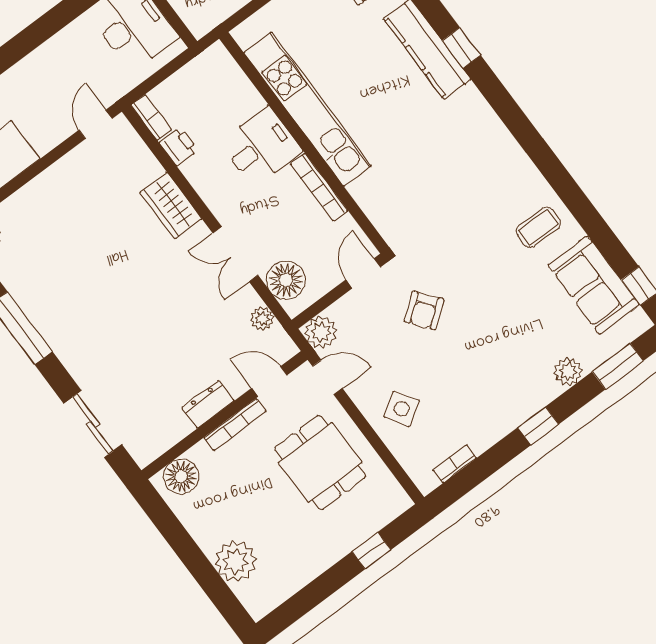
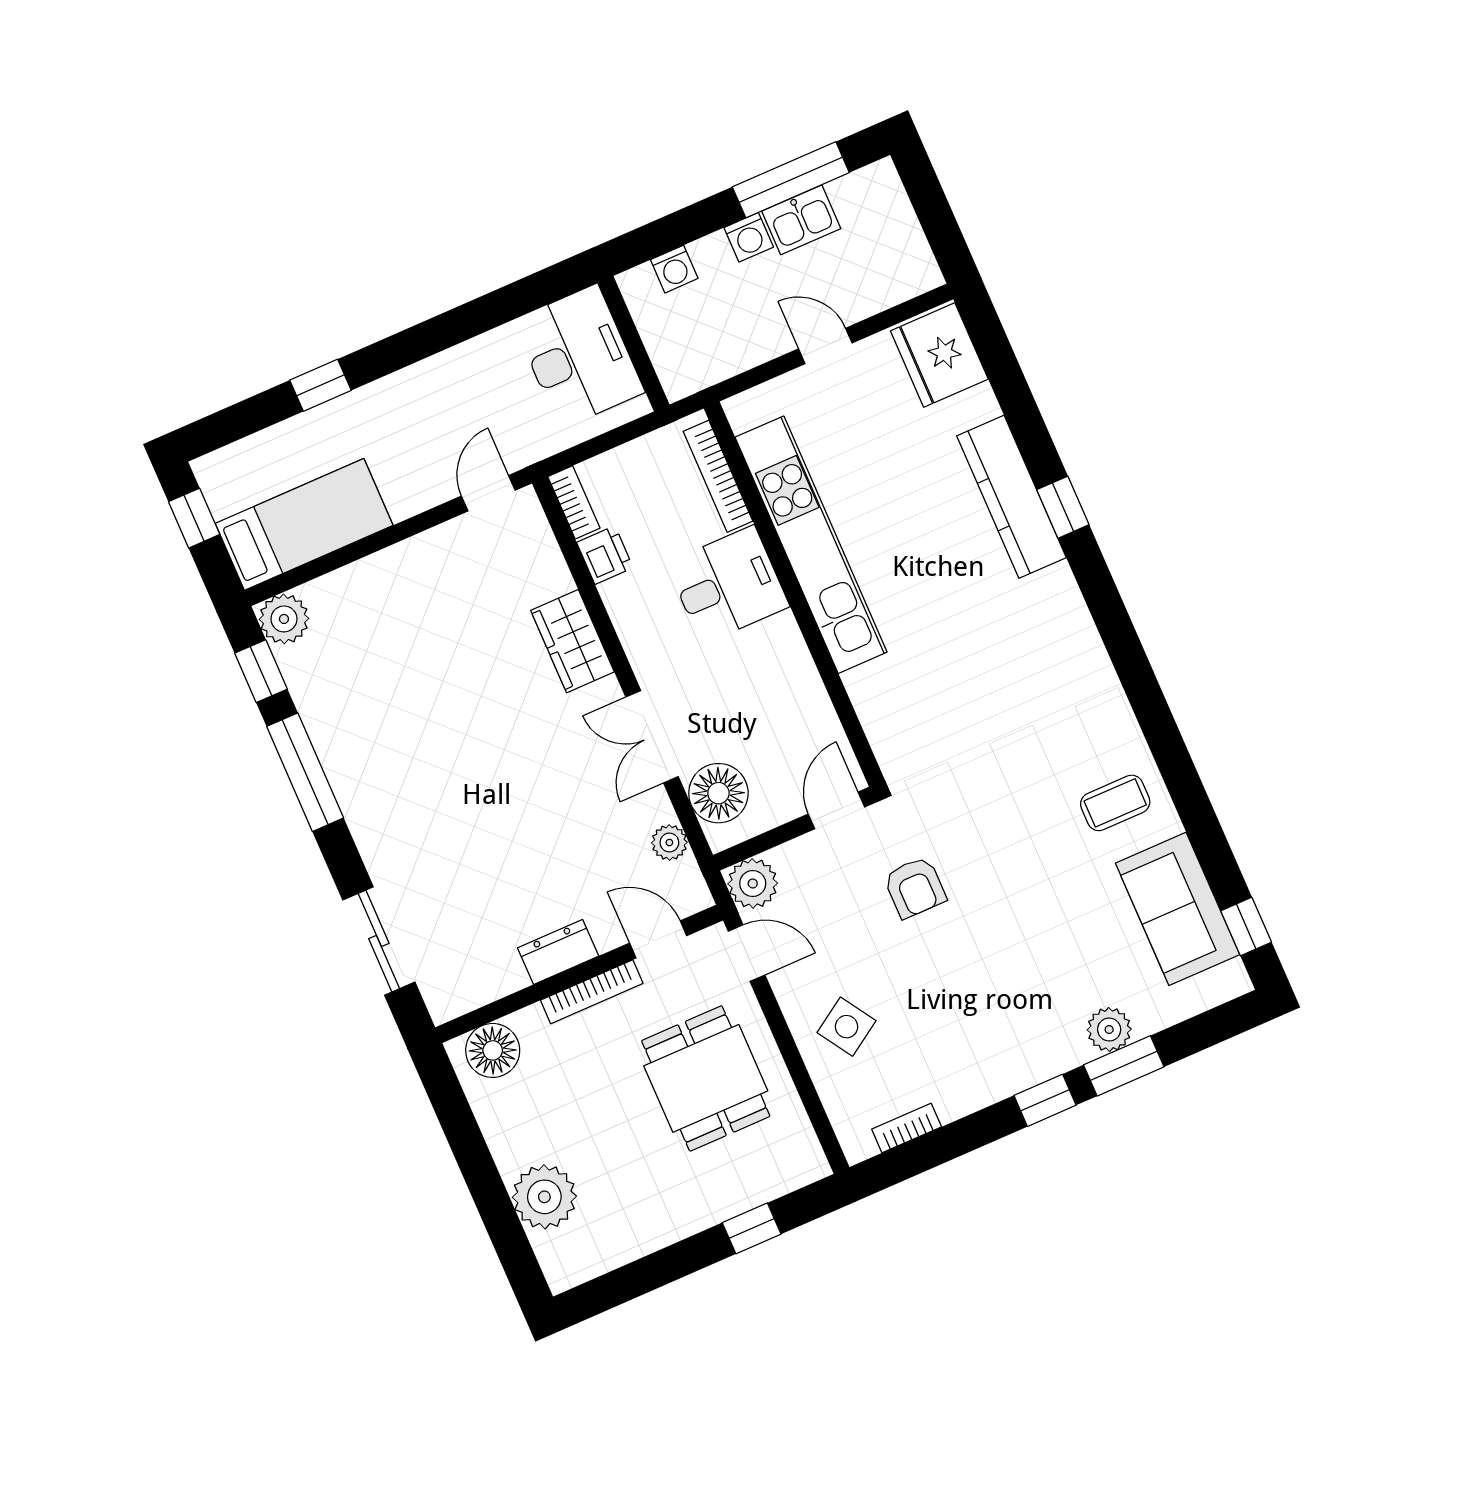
bookcase: (319, 187) -> (718, 476), moved
armchair: (424, 311) -> (915, 887), turned -52
window: (618, 366) -> (1124, 1066), moved

